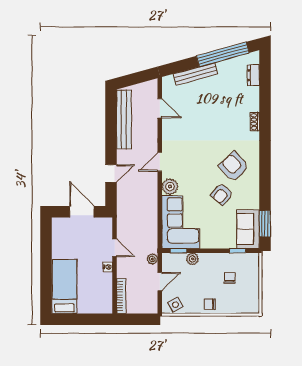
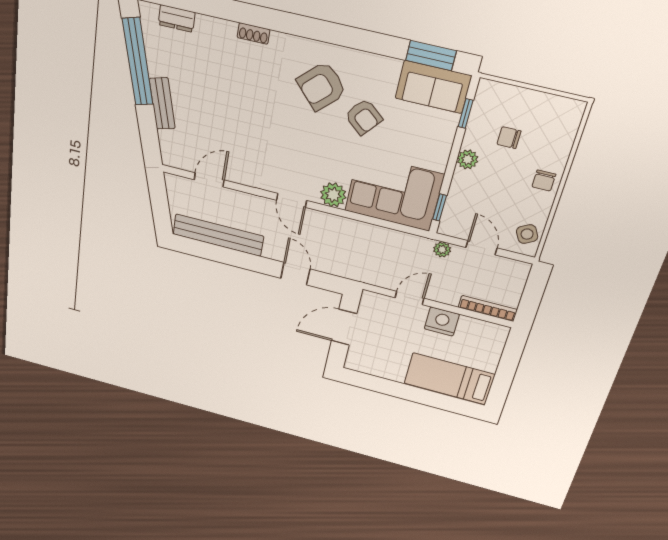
bench: (195, 74) -> (162, 104), width x0.73
plant: (192, 259) -> (468, 159), moved
nightstand: (108, 267) -> (442, 322), width x1.89, depth x1.79

